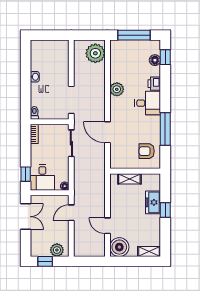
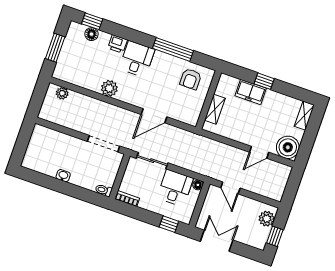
window: (134, 35) -> (55, 48), width x0.69
plant: (95, 53) -> (62, 93), width x0.53, depth x0.53
desk: (42, 177) -> (175, 188), moved, turned -90

